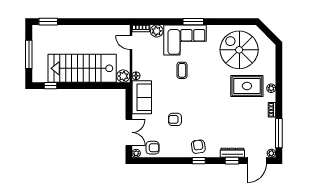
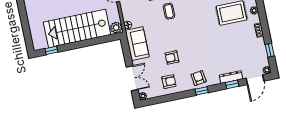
window: (29, 54) -> (25, 26), removed
window: (279, 133) -> (270, 50), width x0.46
armchair: (153, 148) -> (169, 82), moved

